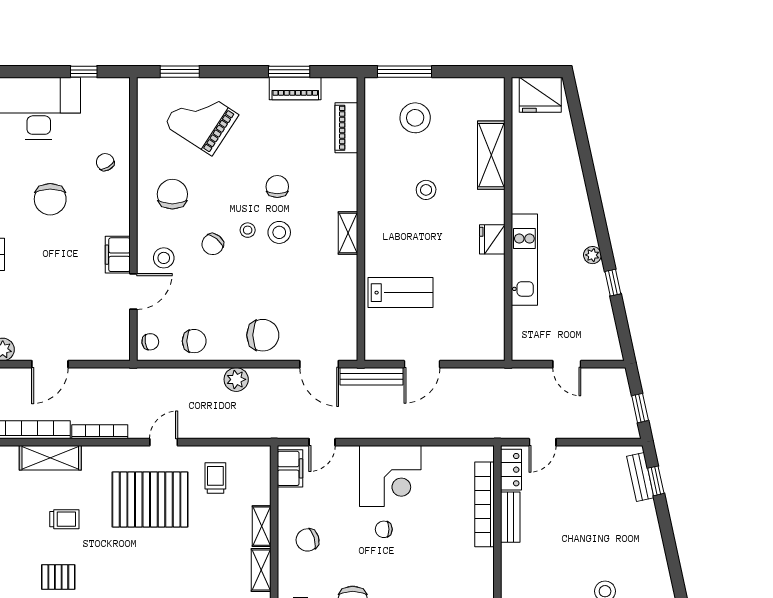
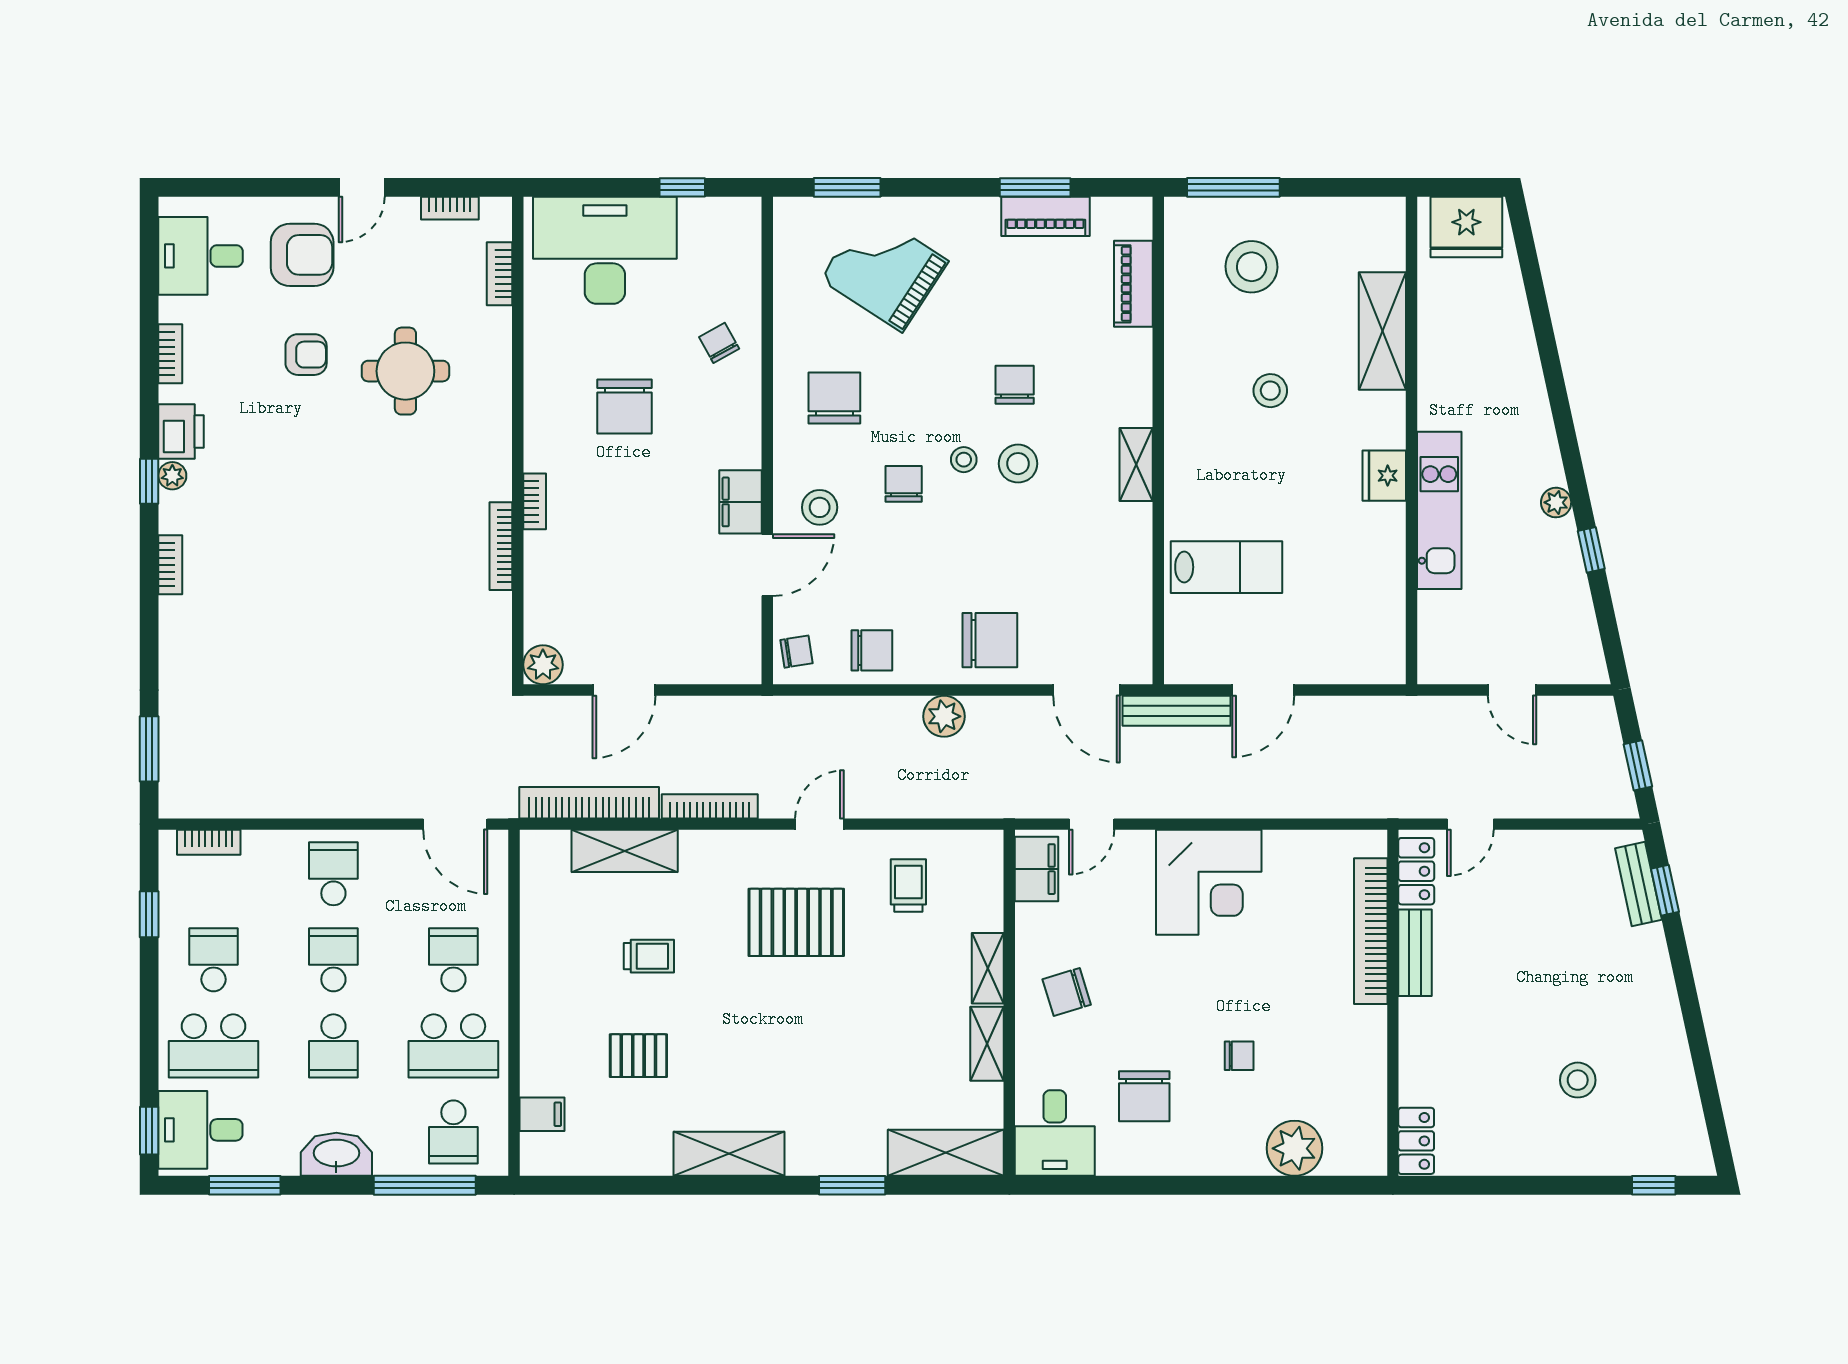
chair: (213, 244) -> (904, 484), turned 141
pallet: (150, 499) -> (796, 922), width x0.73, depth x0.71
chair: (384, 529) -> (1239, 1056), moved, turned 180

